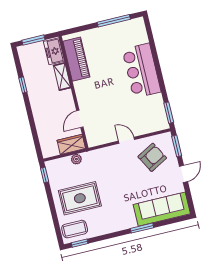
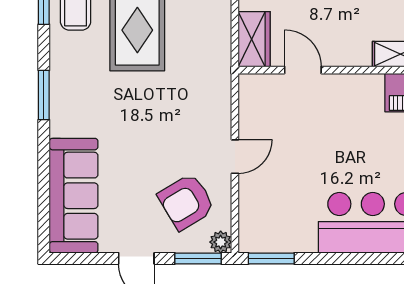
armchair: (152, 157) -> (186, 202), turned 88
plant: (76, 159) -> (221, 242), moved
window: (142, 228) -> (44, 95), moved

